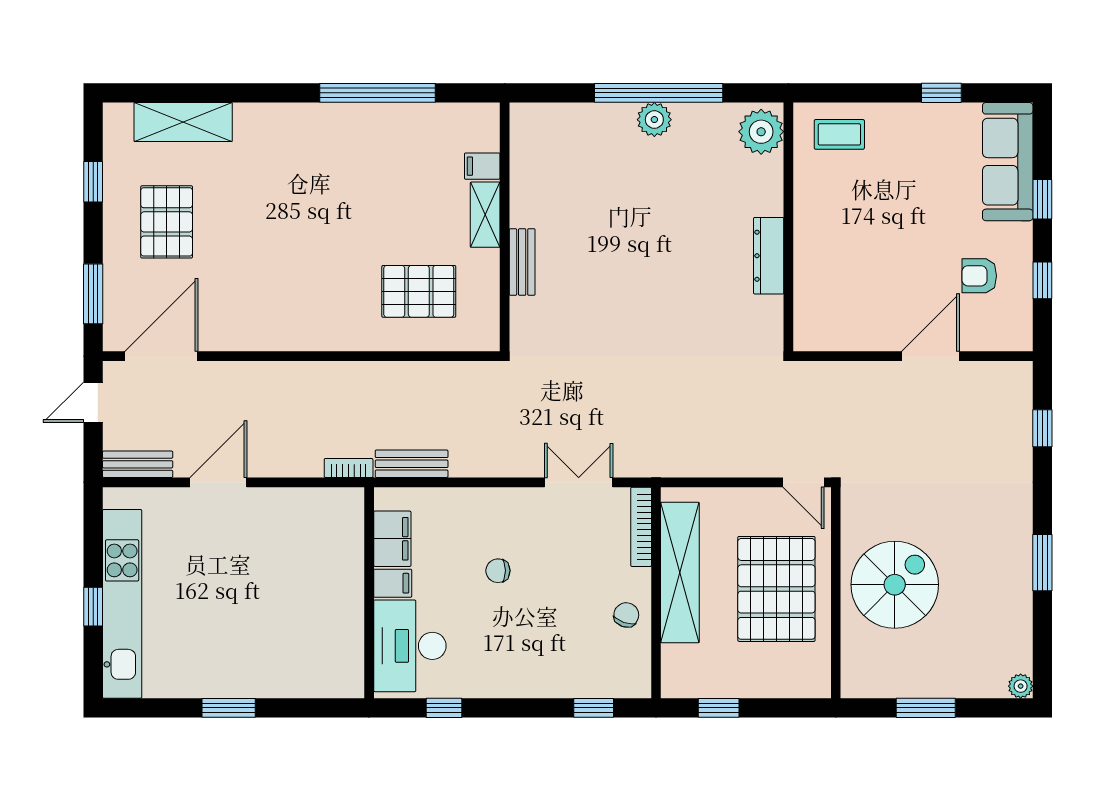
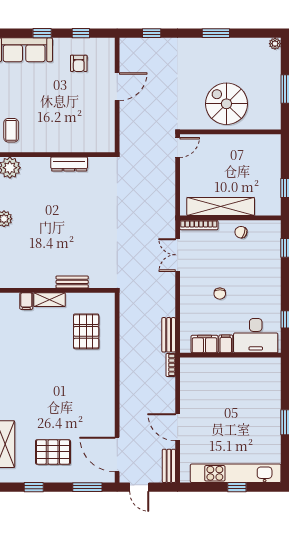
door: (931, 356) -> (117, 87), swing flipped
pallet: (776, 589) -> (228, 160), removed

